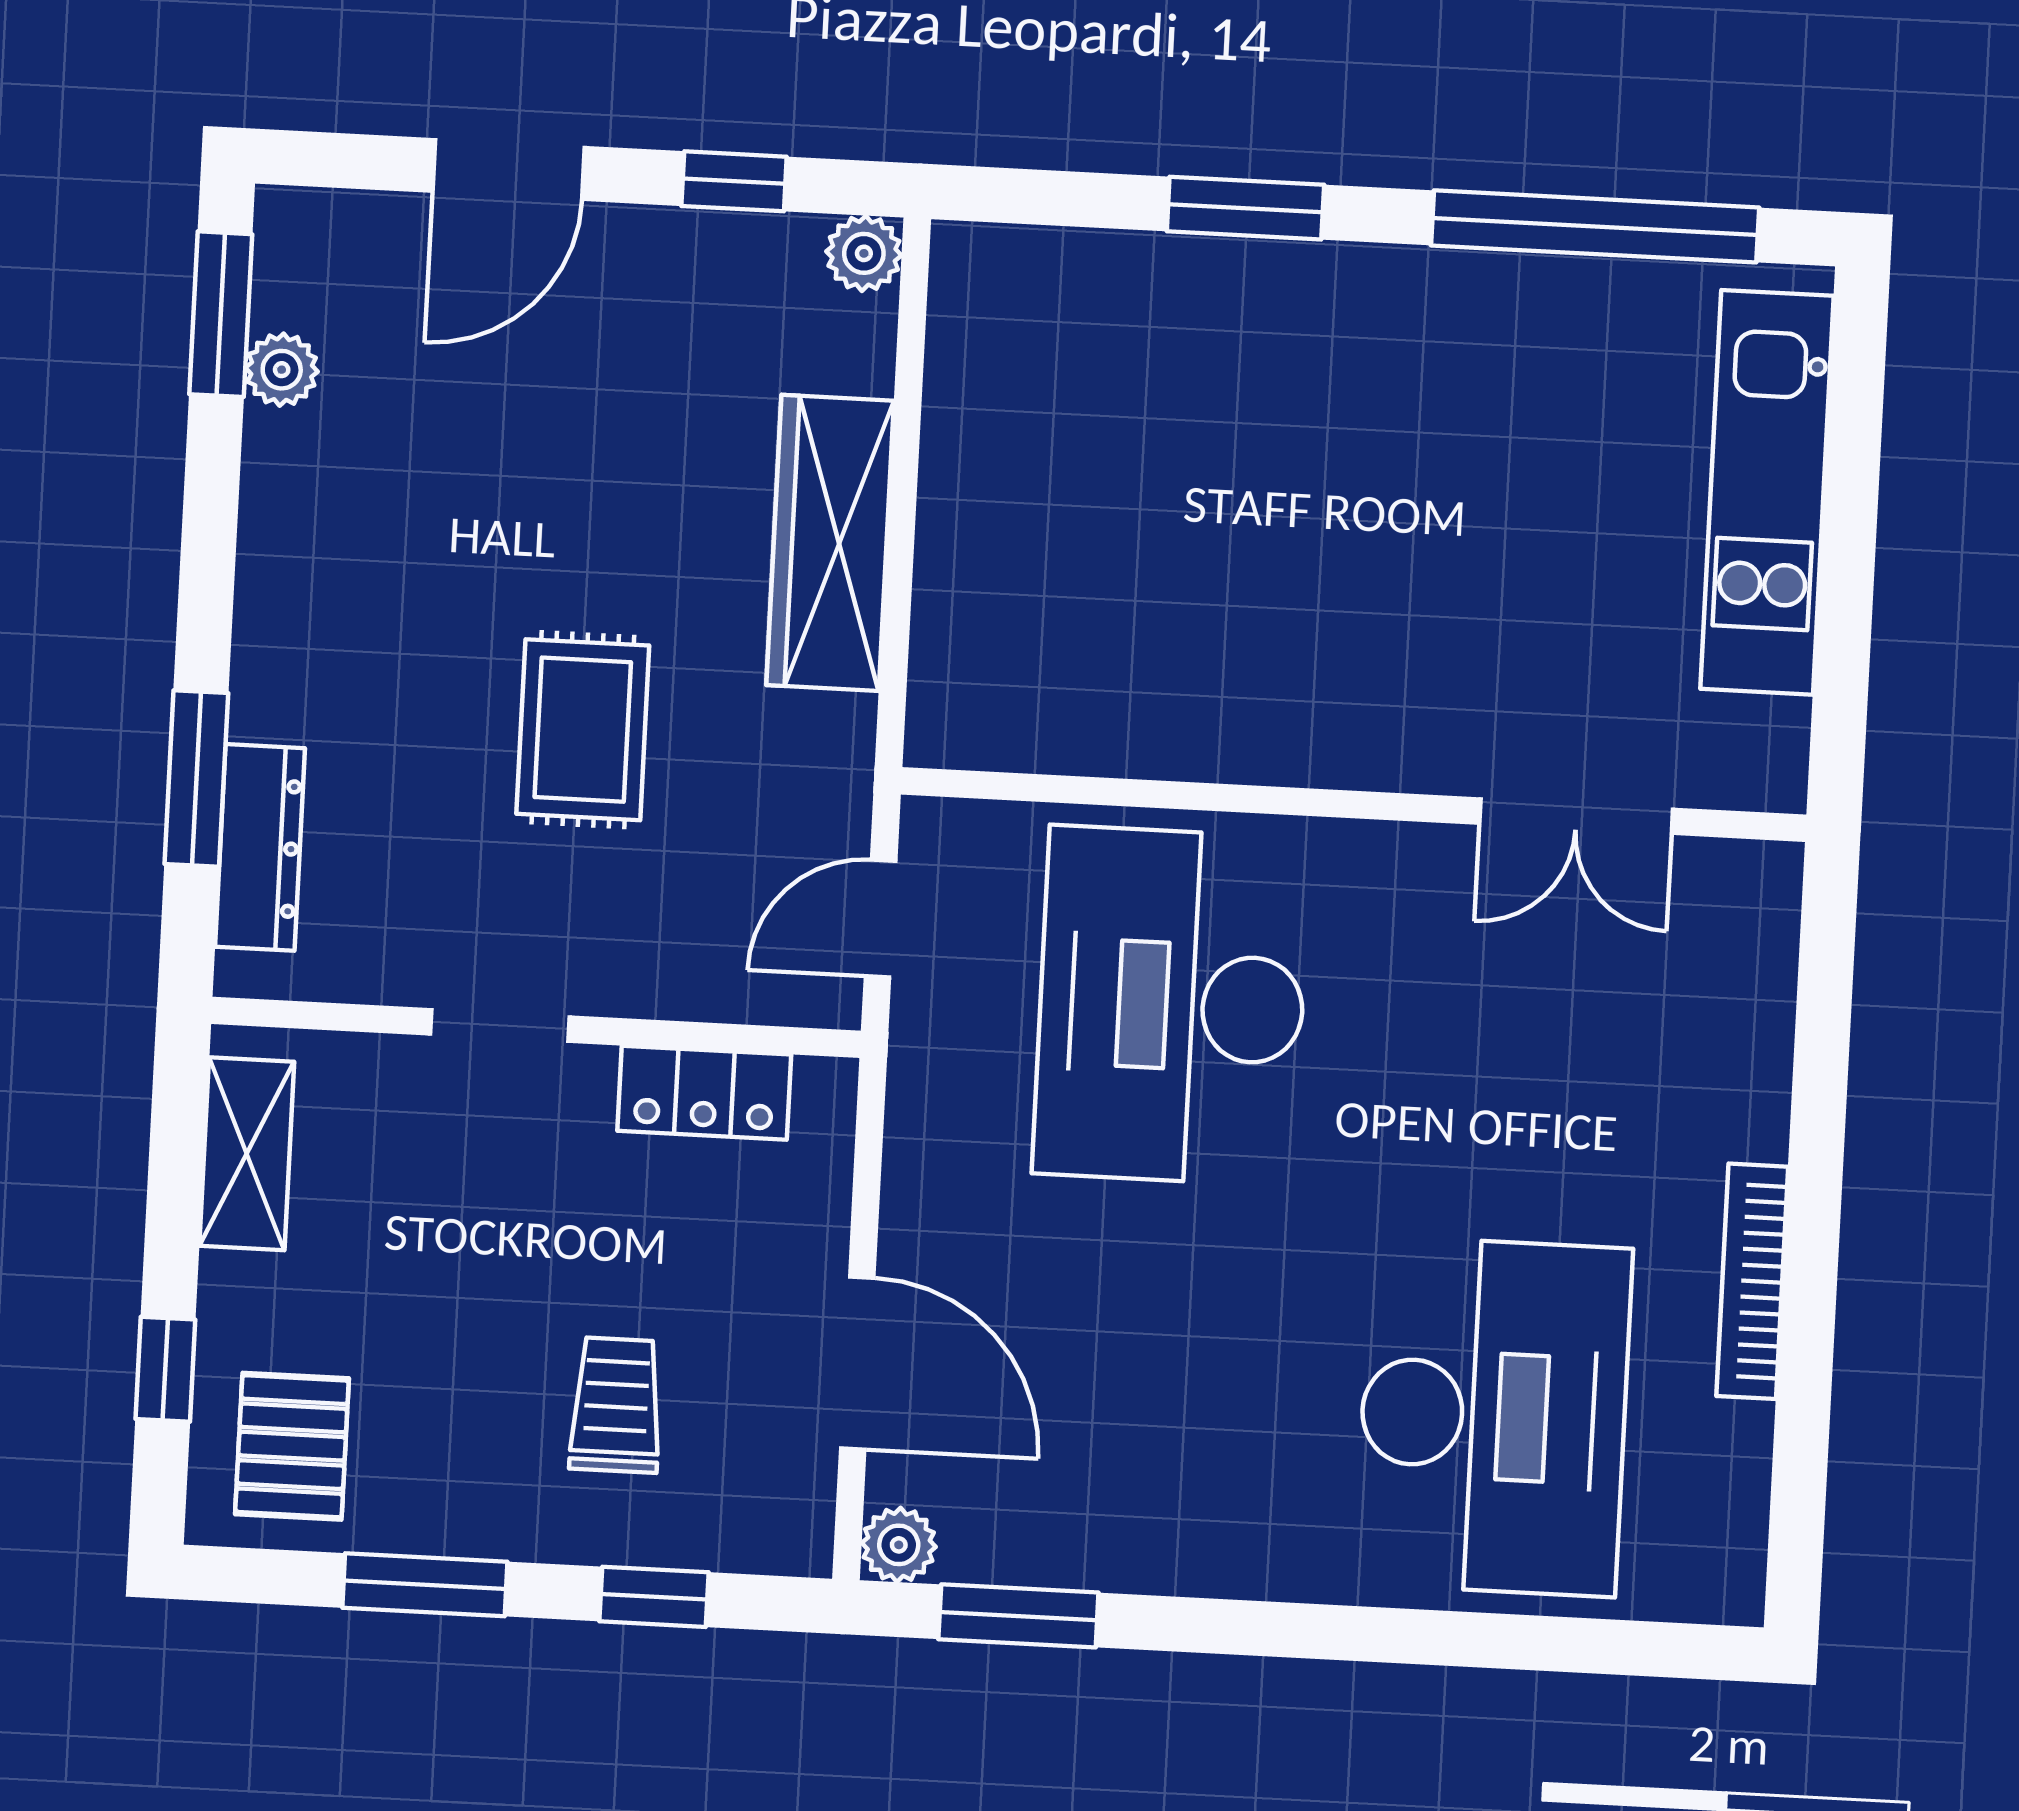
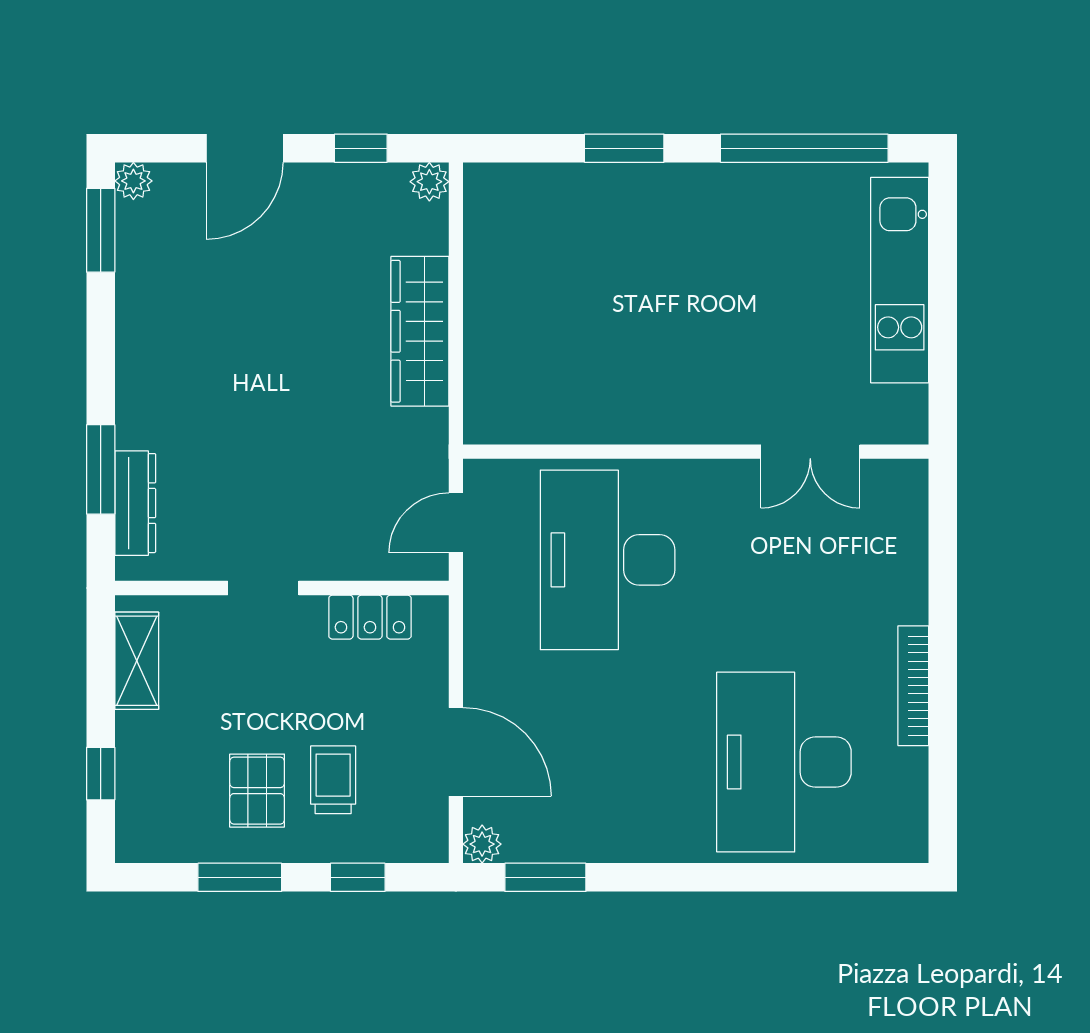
plant: (282, 370) -> (133, 181), moved
rug: (583, 730) -> (298, 434), removed
desk: (1493, 1416) -> (784, 762), turned 180
pallet: (292, 1446) -> (257, 791), moved

